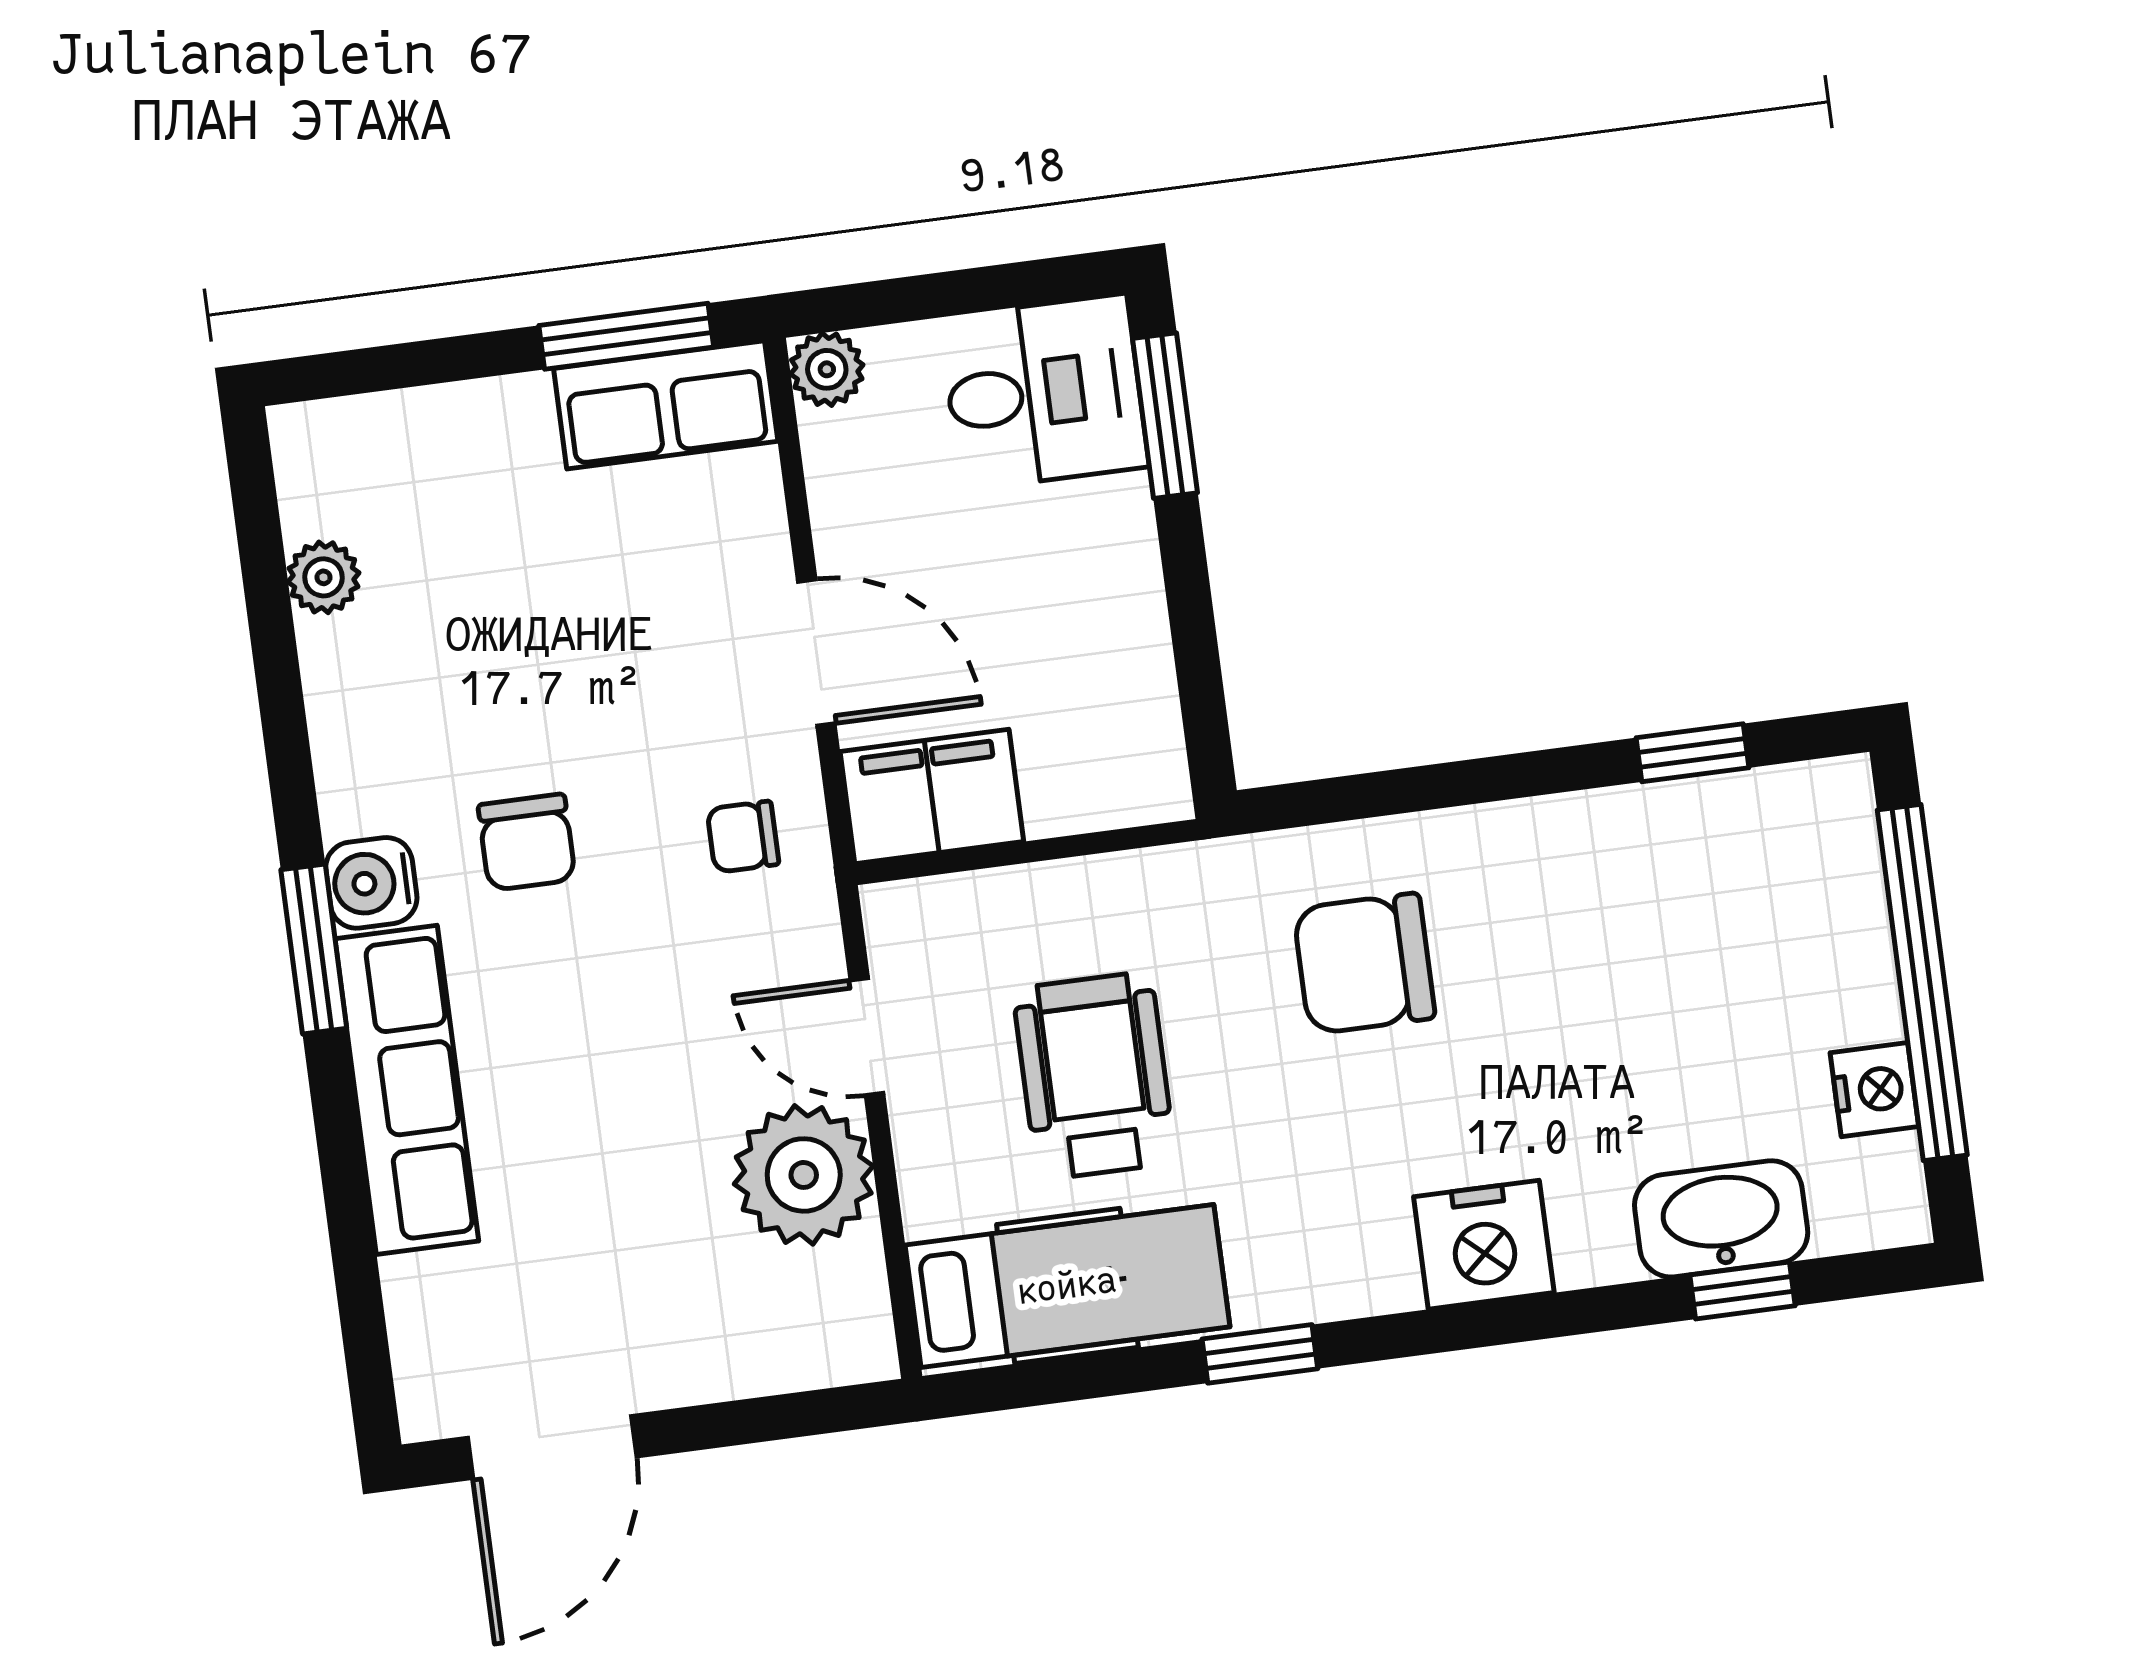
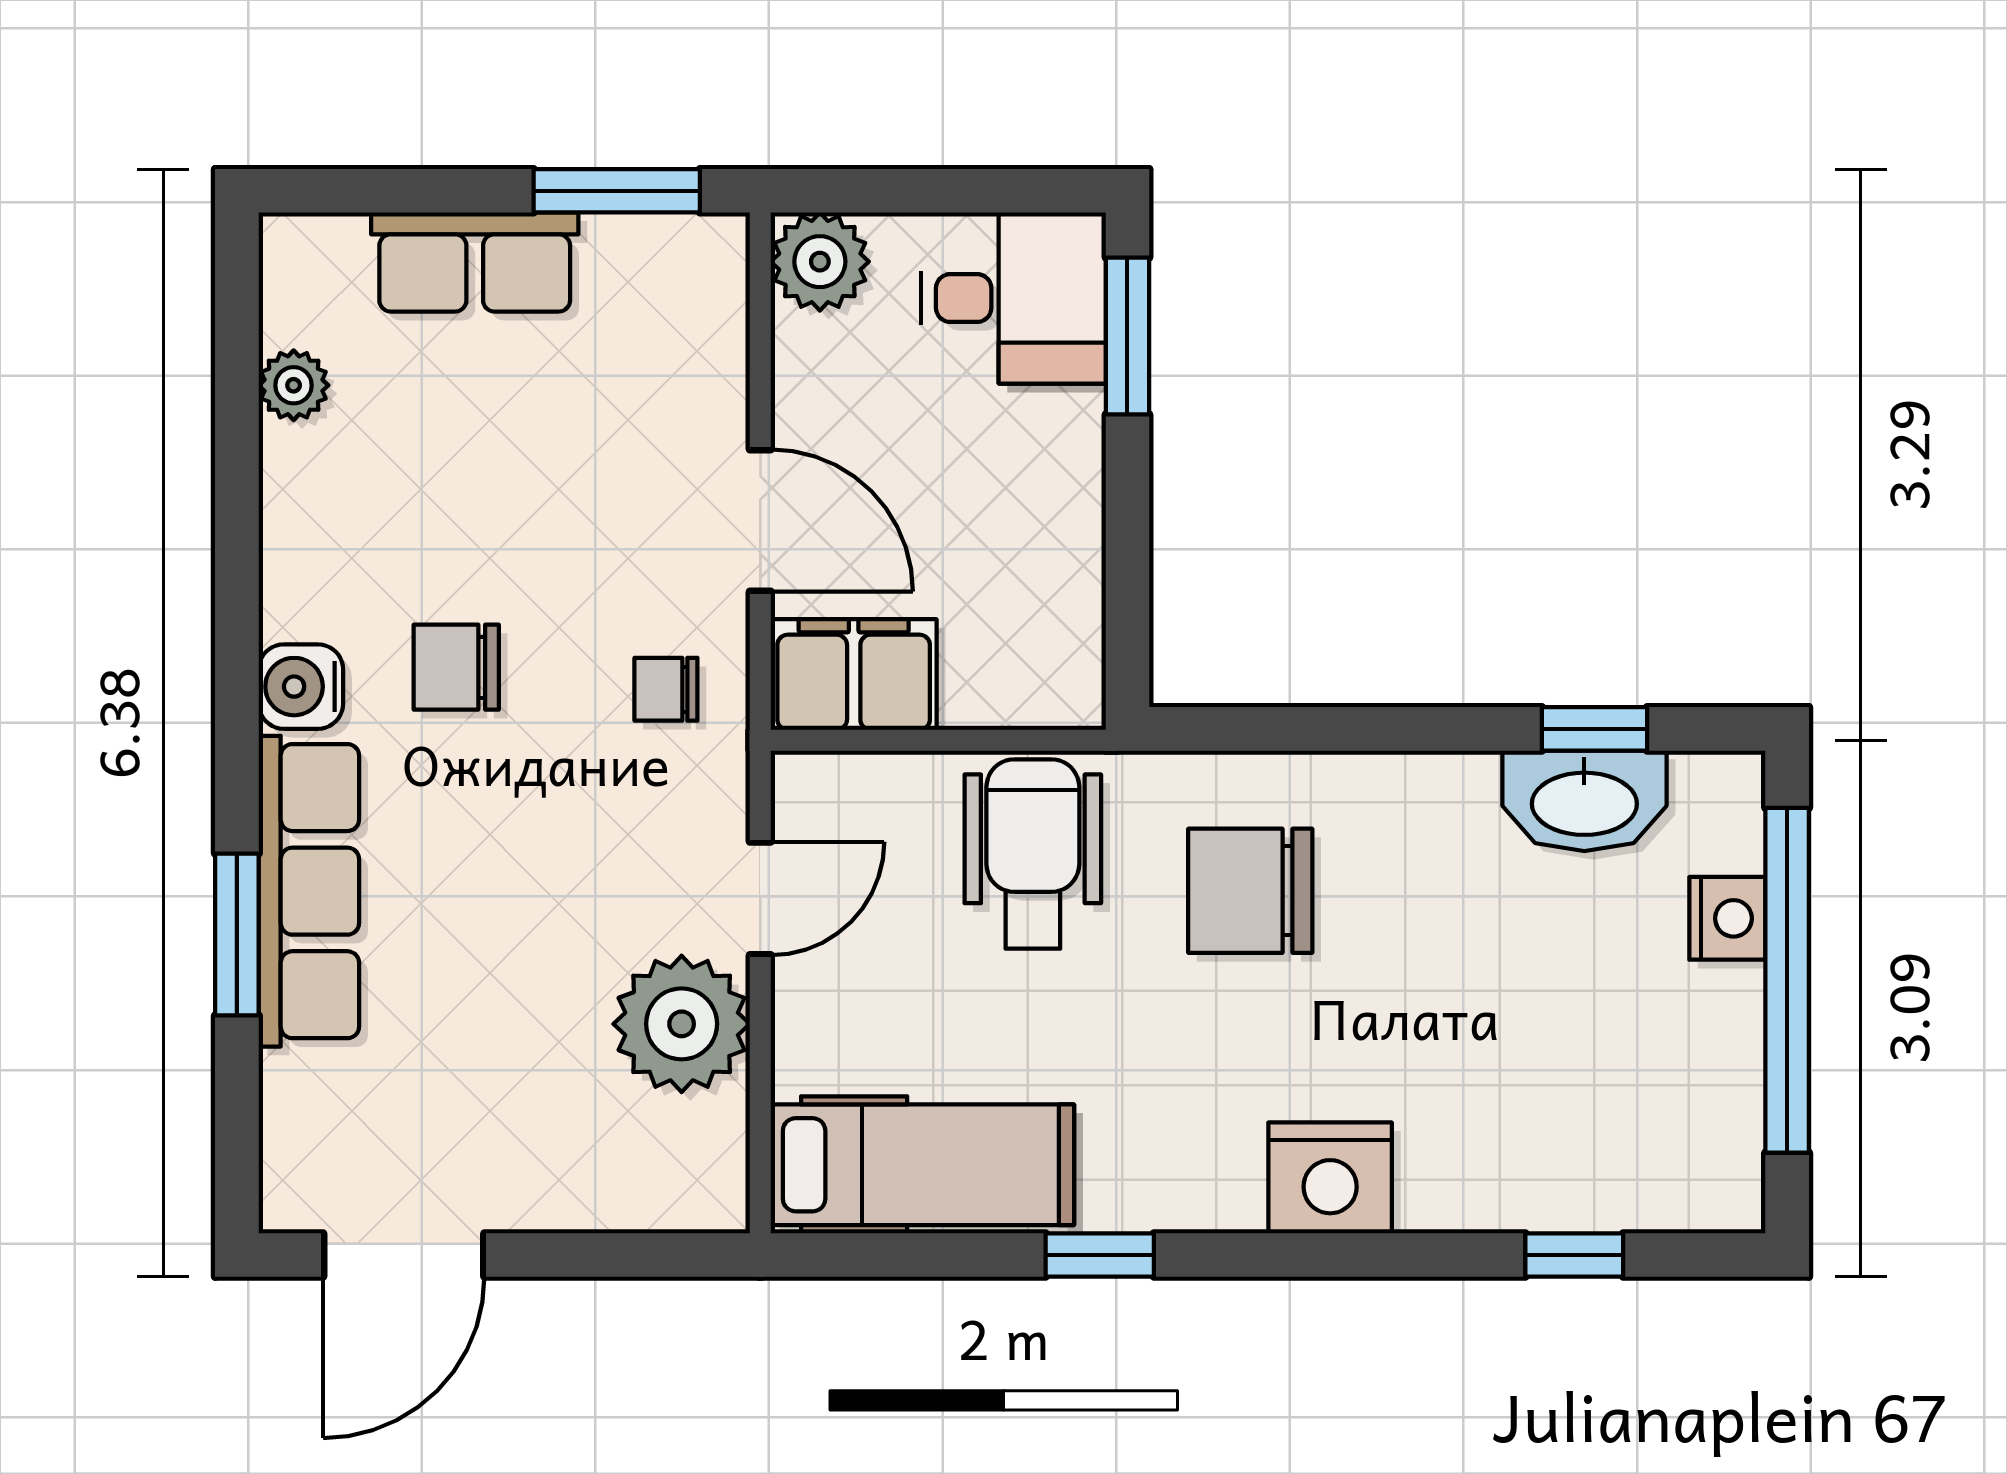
plant: (827, 369) -> (820, 262), width x1.38, depth x1.38
row of seats: (666, 405) -> (475, 262), moved
chair: (527, 842) -> (456, 667), turned 90
window: (314, 949) -> (237, 934), moved
door: (867, 1037) -> (760, 898), swing flipped
wheelchair: (1094, 1076) -> (1033, 854), moved
nightstand: (1874, 1090) -> (1727, 918), moved
washbasin: (1721, 1219) -> (1584, 801), moved, turned 180

